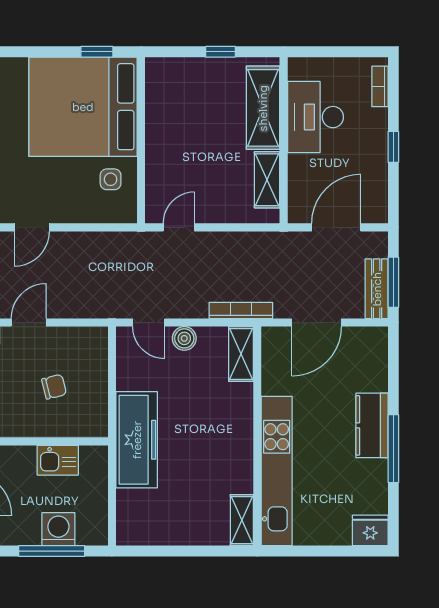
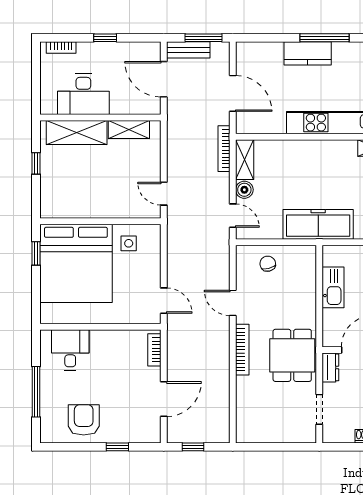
bench: (377, 289) -> (188, 50), moved
door: (149, 323) -> (233, 216), hinge flipped
shelving: (241, 354) -> (245, 160), moved, turned 90
chair: (54, 387) -> (268, 264), moved
kitchen sink: (58, 460) -> (333, 287), width x1.38

